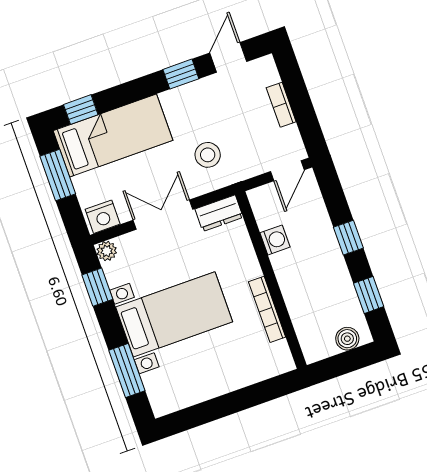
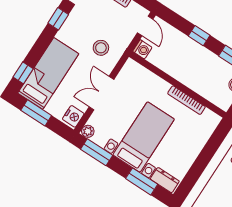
dresser: (219, 213) -> (165, 180), moved, turned -90
washing machine: (275, 240) -> (142, 49), moved, turned 90
window: (97, 287) -> (97, 152), width x1.50

